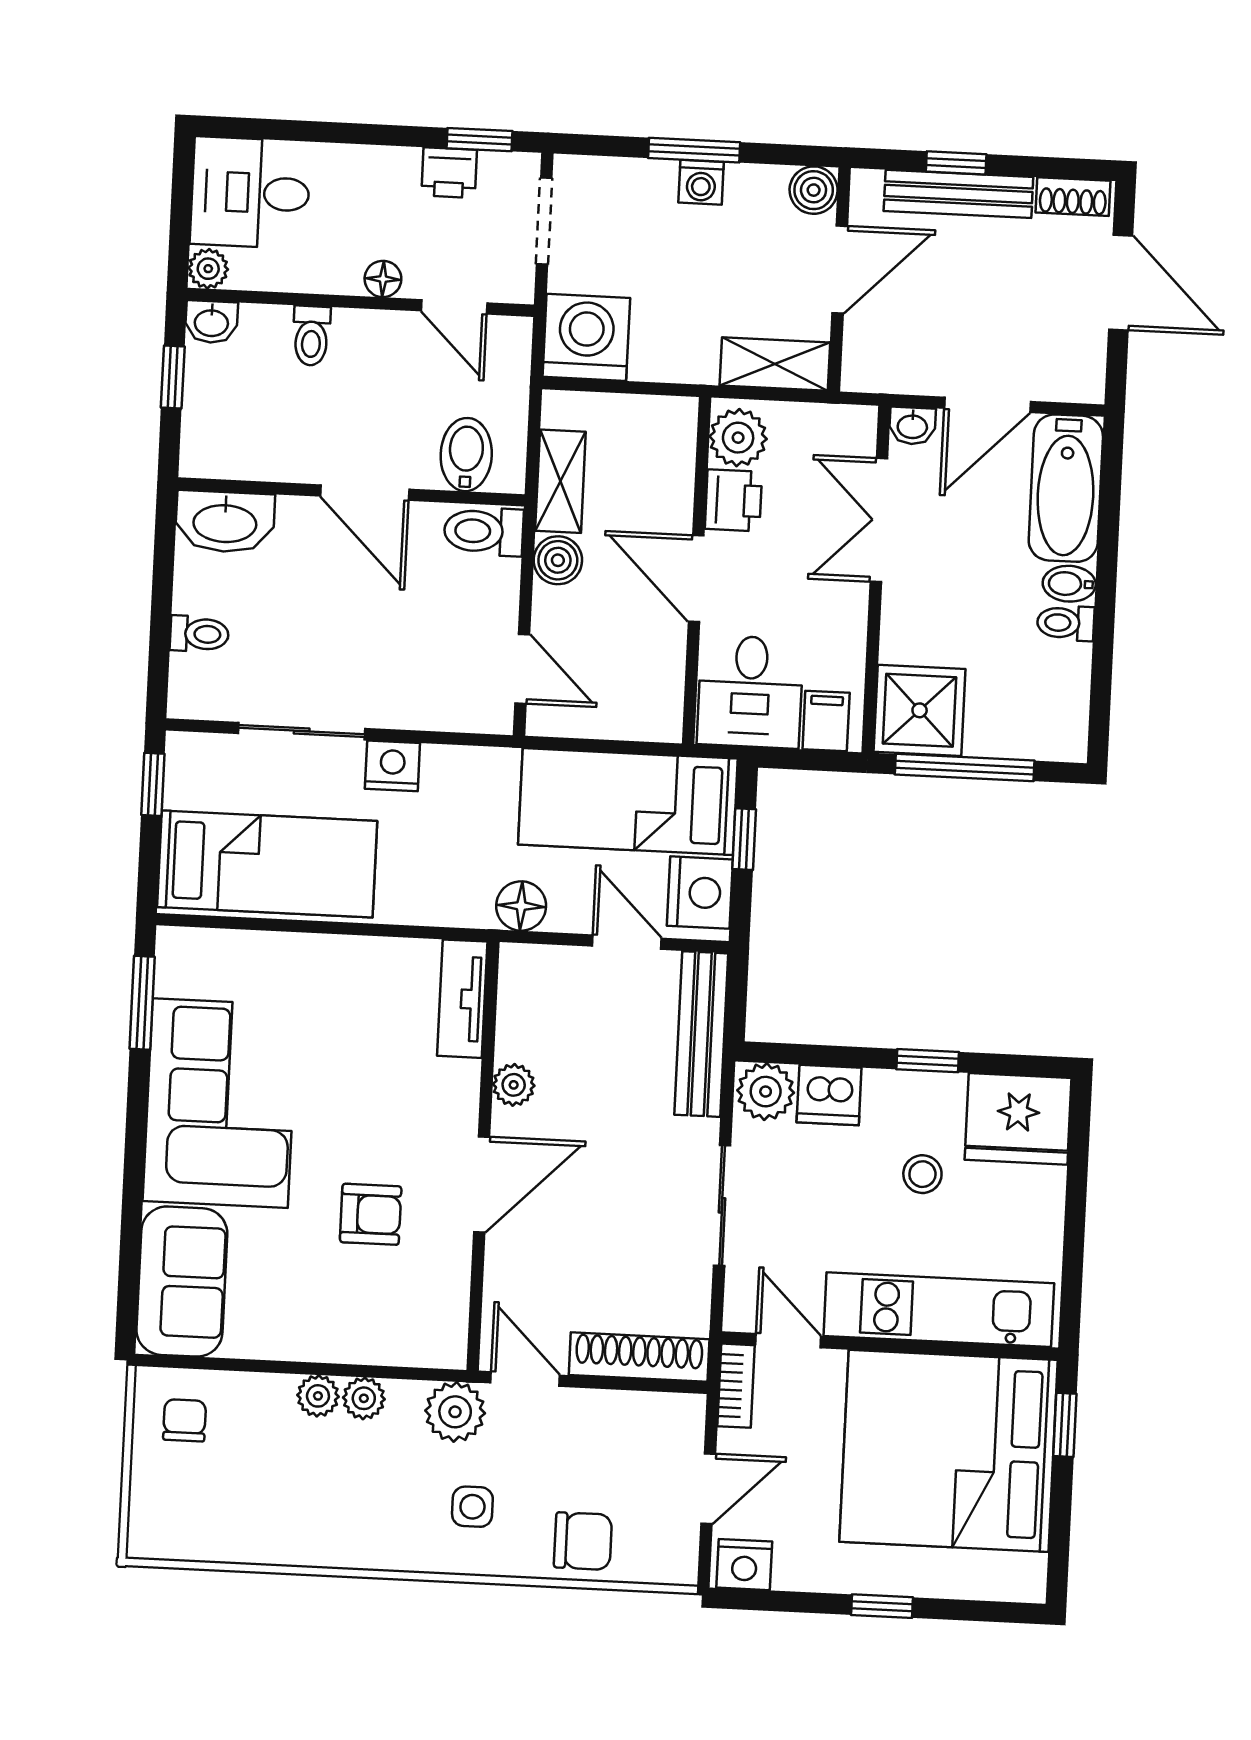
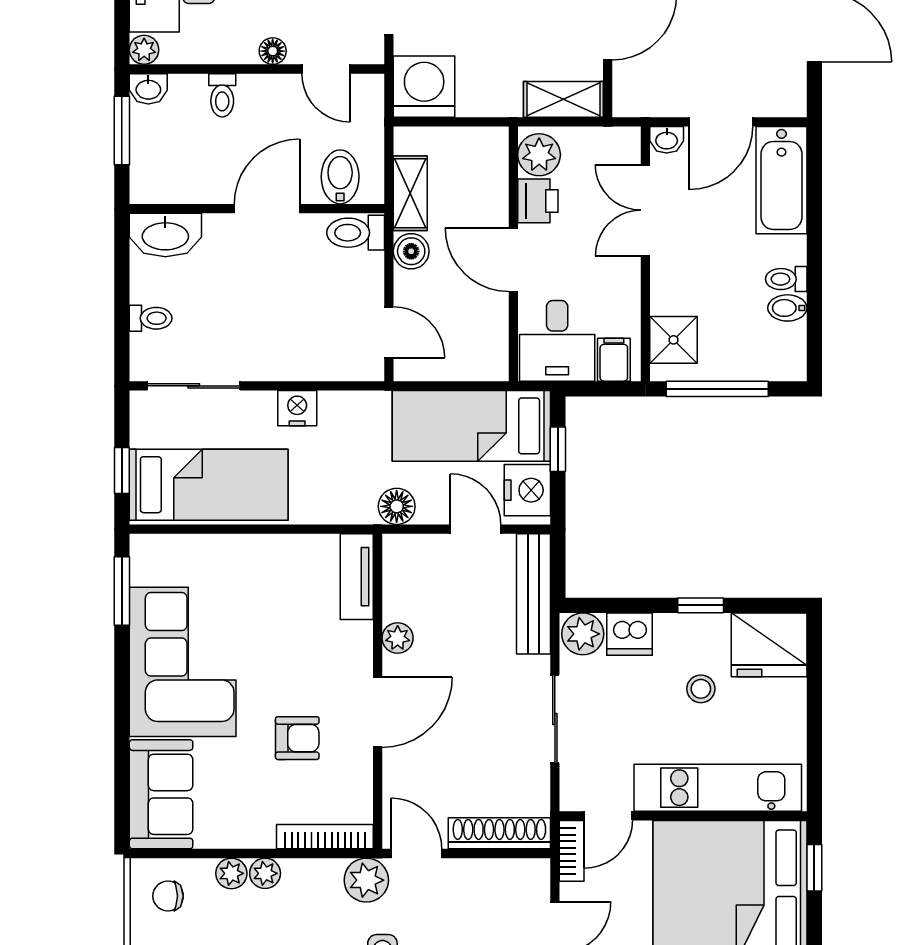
window: (173, 377) -> (122, 131), width x1.50
door: (365, 493) -> (267, 209), swing flipped
bidet: (1069, 584) -> (787, 308), moved
shower: (920, 710) -> (674, 340), width x0.73, depth x0.73
sliding door: (302, 731) -> (194, 386), moved
window: (153, 784) -> (122, 470), moved
door: (788, 1341) -> (608, 816), swing flipped
bookcase: (402, 1350) -> (325, 837), added
plant: (364, 1398) -> (231, 873), moved
chair: (185, 1420) -> (168, 896), turned -90

